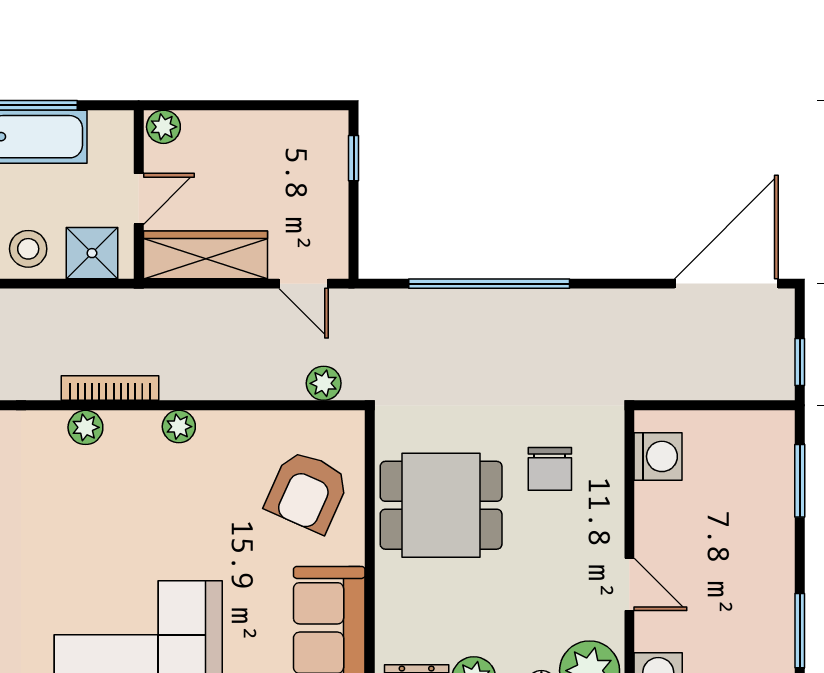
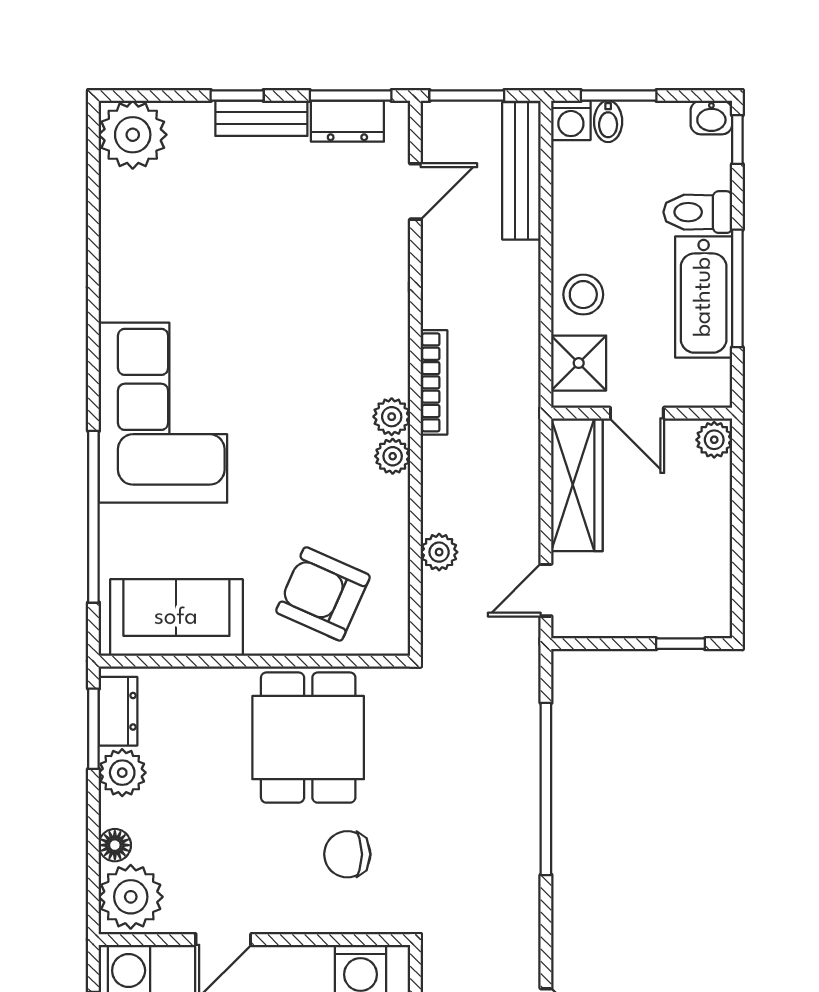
plant: (324, 383) -> (439, 552), moved
plant: (85, 427) -> (392, 417), moved

